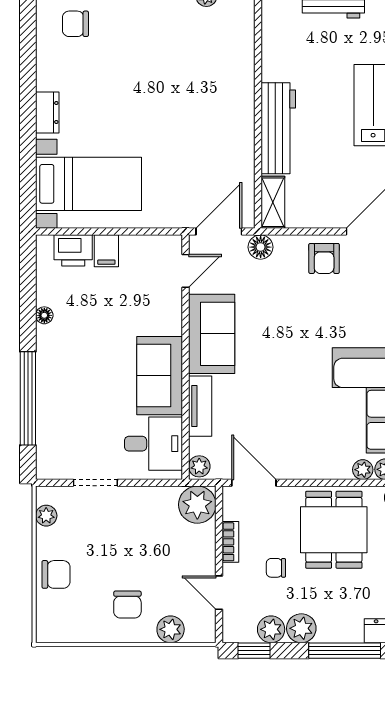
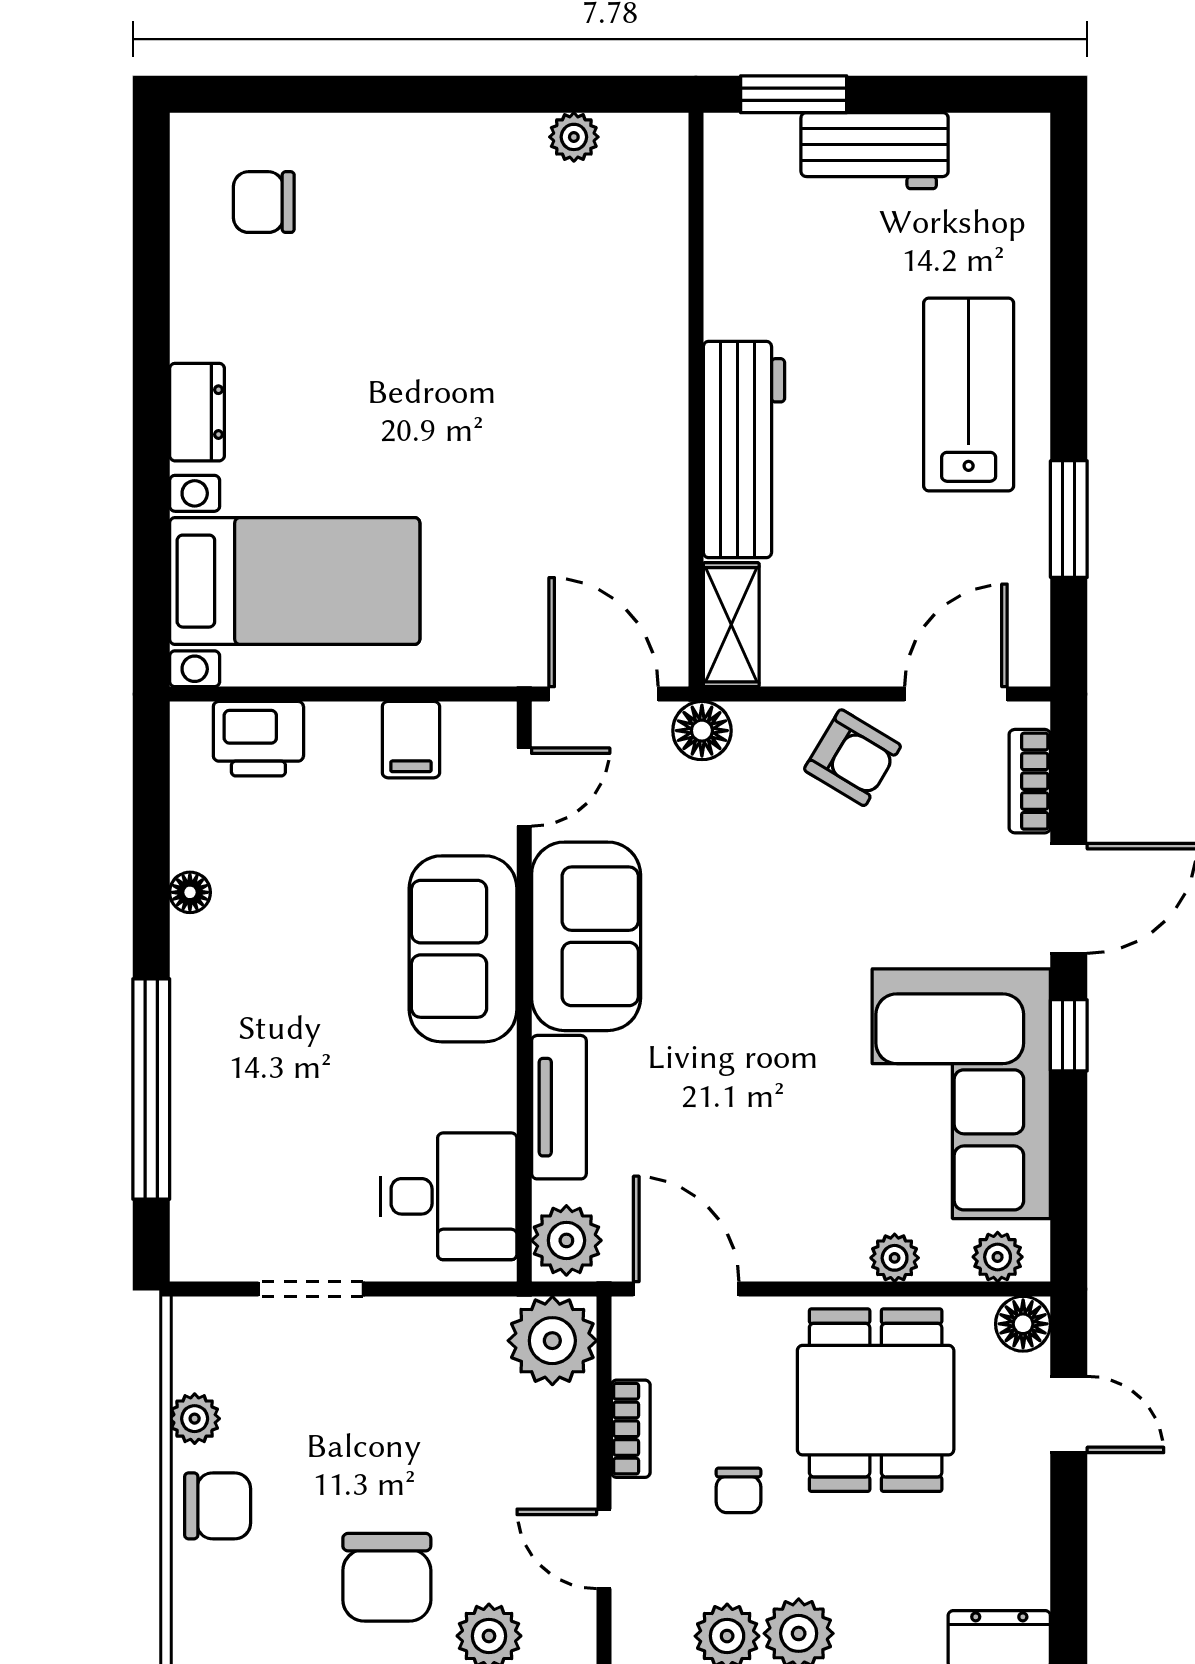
door: (219, 232) -> (604, 694), hinge flipped
filing cabinet: (106, 251) -> (411, 740), moved
armchair: (324, 258) -> (852, 758), turned -59
sofa: (160, 376) -> (463, 949), moved
plant: (199, 466) -> (566, 1240), width x1.38, depth x1.38
plant: (363, 470) -> (895, 1258), moved
plant: (46, 516) -> (195, 1419), moved
chair: (276, 568) -> (738, 1490), turned -90
chair: (127, 605) -> (387, 1577), width x1.37, depth x1.37

